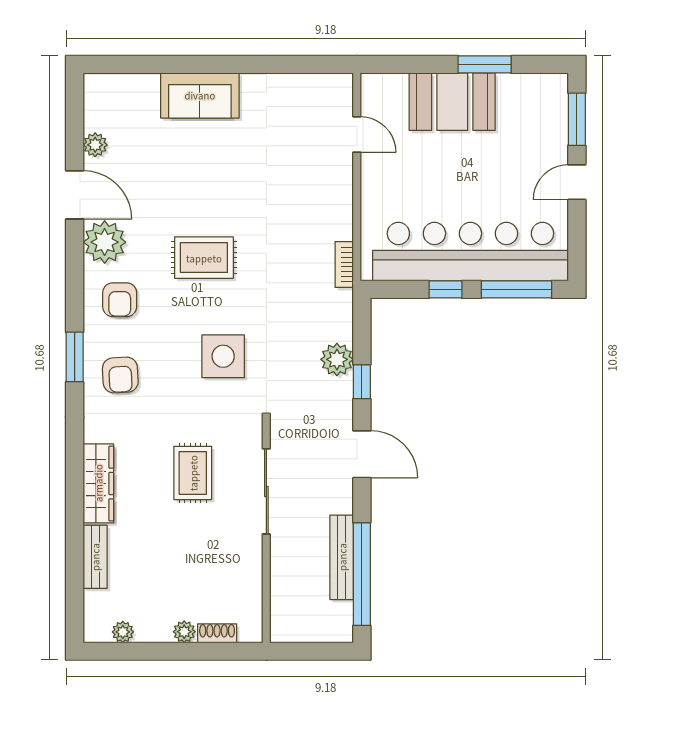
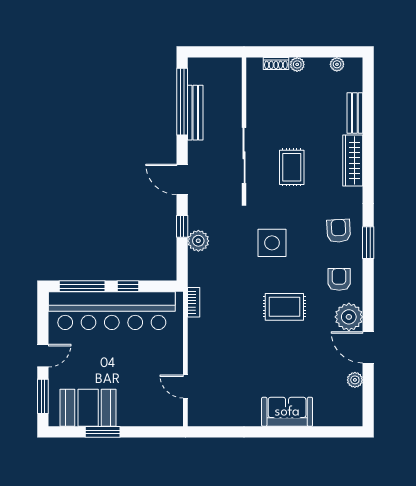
booth: (452, 102) -> (88, 408), moved

